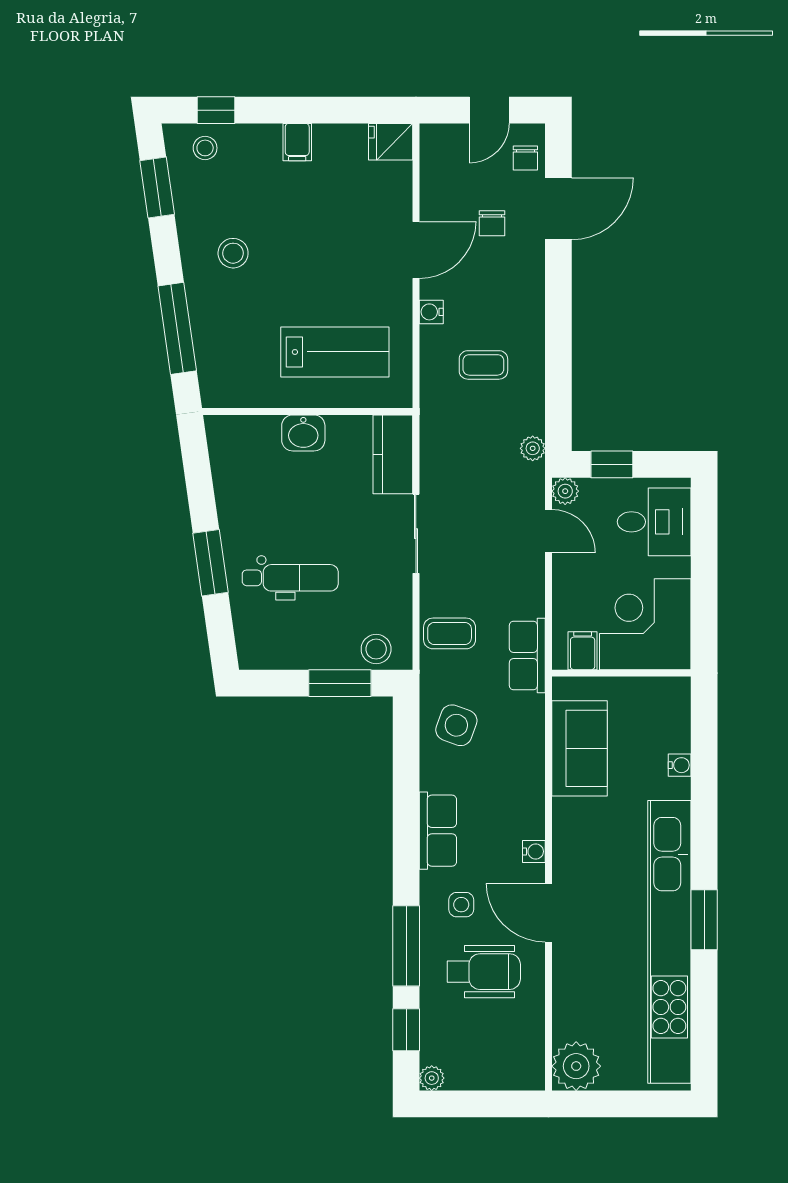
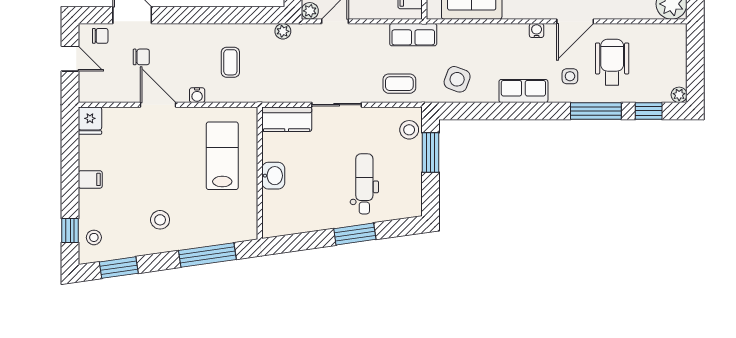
coffee table: (450, 633) -> (399, 84), turned 90

